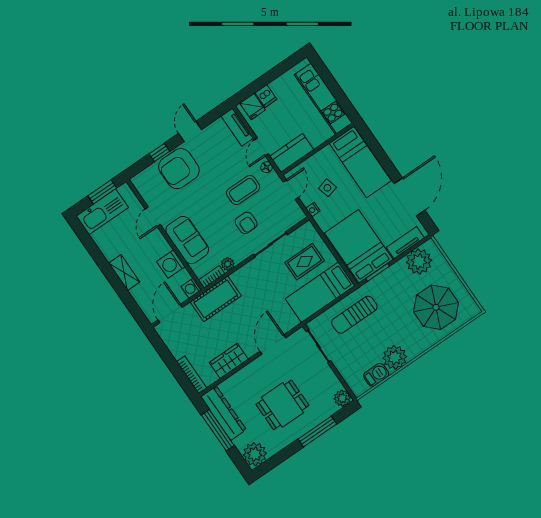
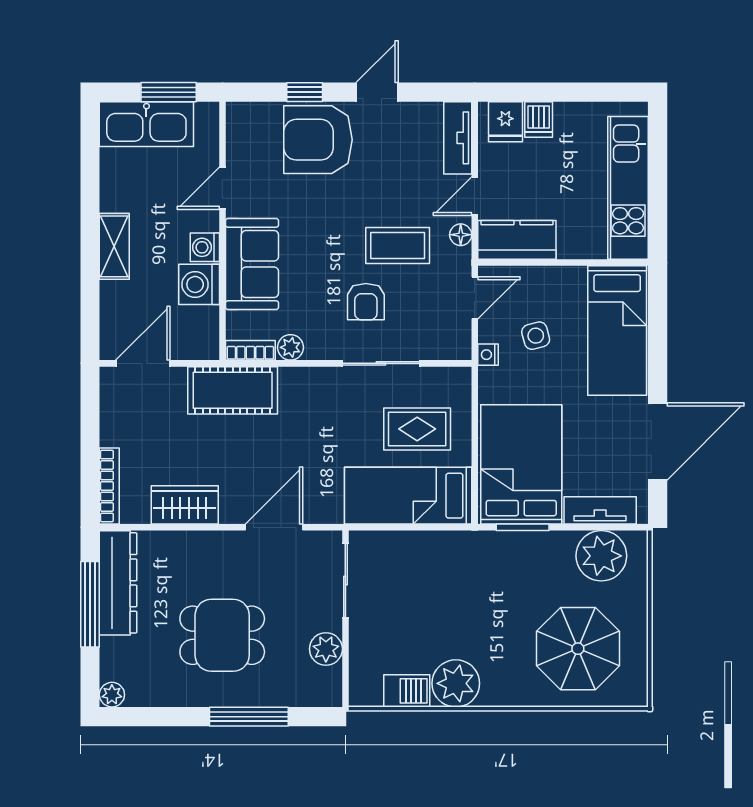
washing machine: (191, 288) -> (205, 247), moved
sun lounger: (354, 315) -> (438, 570), removed
plant: (342, 398) -> (326, 649), moved
plant: (255, 454) -> (112, 695), width x0.53, depth x0.53

